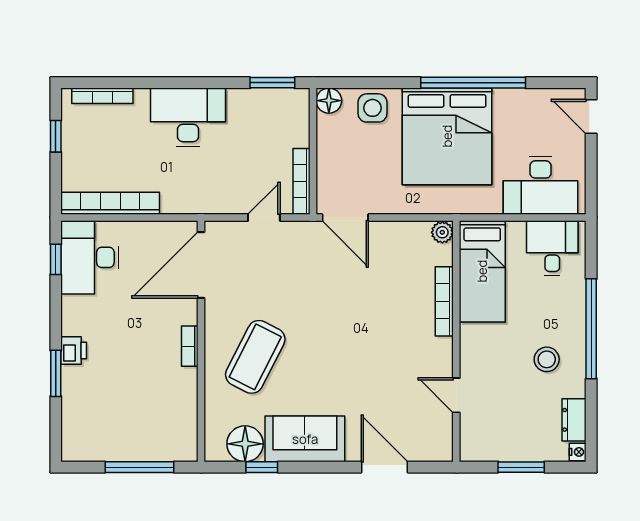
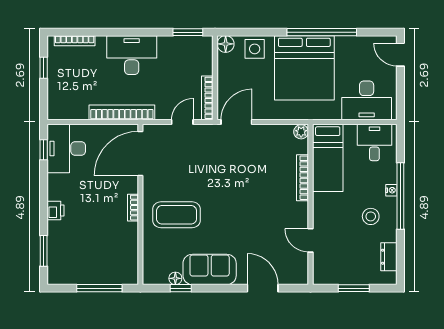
bookcase: (110, 203) -> (122, 112), moved
door: (345, 218) -> (236, 122), swing flipped
coffee table: (255, 357) -> (177, 215), turned 63
window: (56, 373) -> (44, 251), moved
floor lamp: (245, 444) -> (175, 278), width x0.53, depth x0.53
nightstand: (578, 452) -> (391, 190), moved

